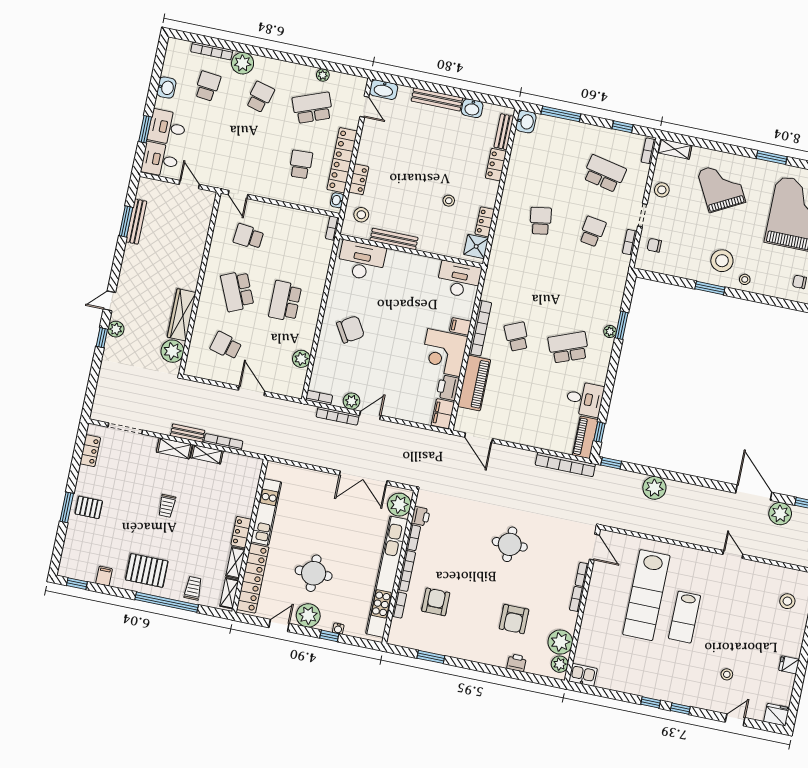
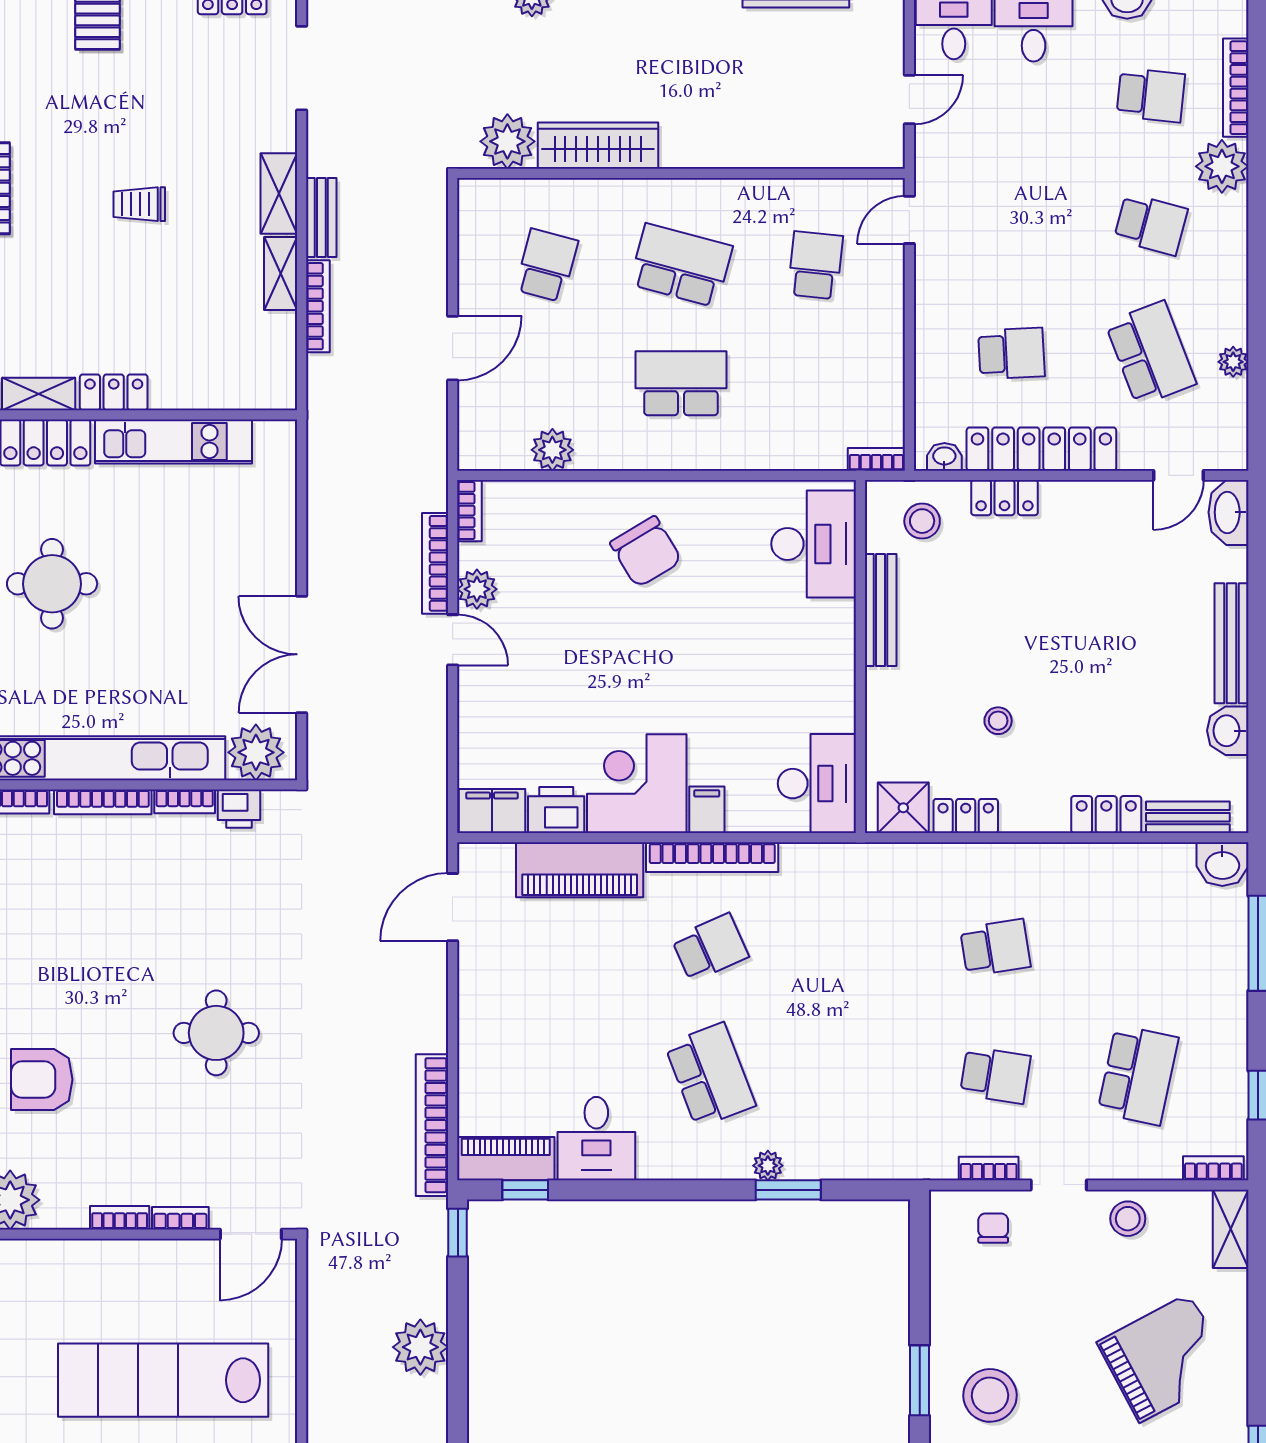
school desk: (237, 291) -> (681, 265), turned 39
armchair: (436, 602) -> (44, 886), removed

